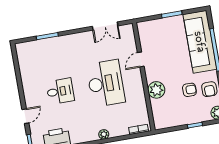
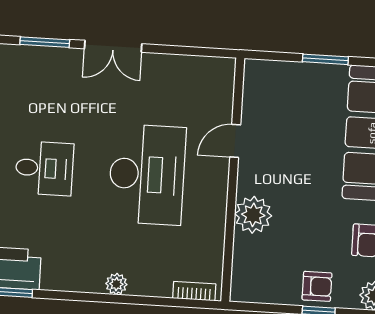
double door: (105, 26) -> (113, 46), moved
armchair: (189, 90) -> (317, 286), moved

